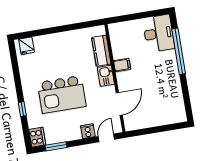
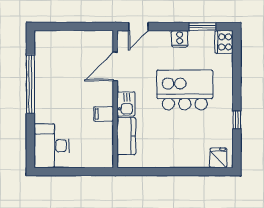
window: (179, 51) -> (30, 84), moved
window: (22, 109) -> (237, 120), moved
cooker: (88, 131) -> (180, 39), moved

